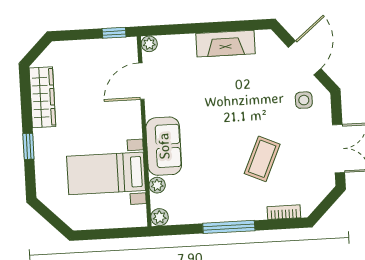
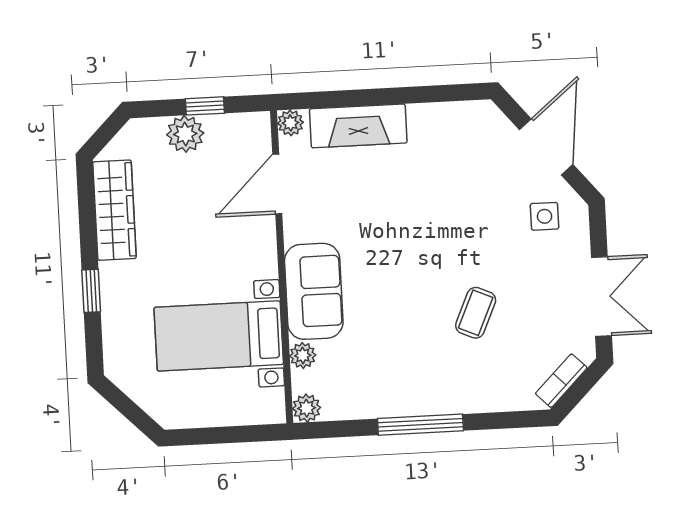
window: (114, 33) -> (205, 106), moved
fireplace: (225, 44) -> (358, 126), moved
plant: (85, 51) -> (185, 134), added
coffee table: (262, 159) -> (476, 313), width x0.73, depth x0.77
bookcase: (284, 212) -> (561, 381), moved, turned -45

